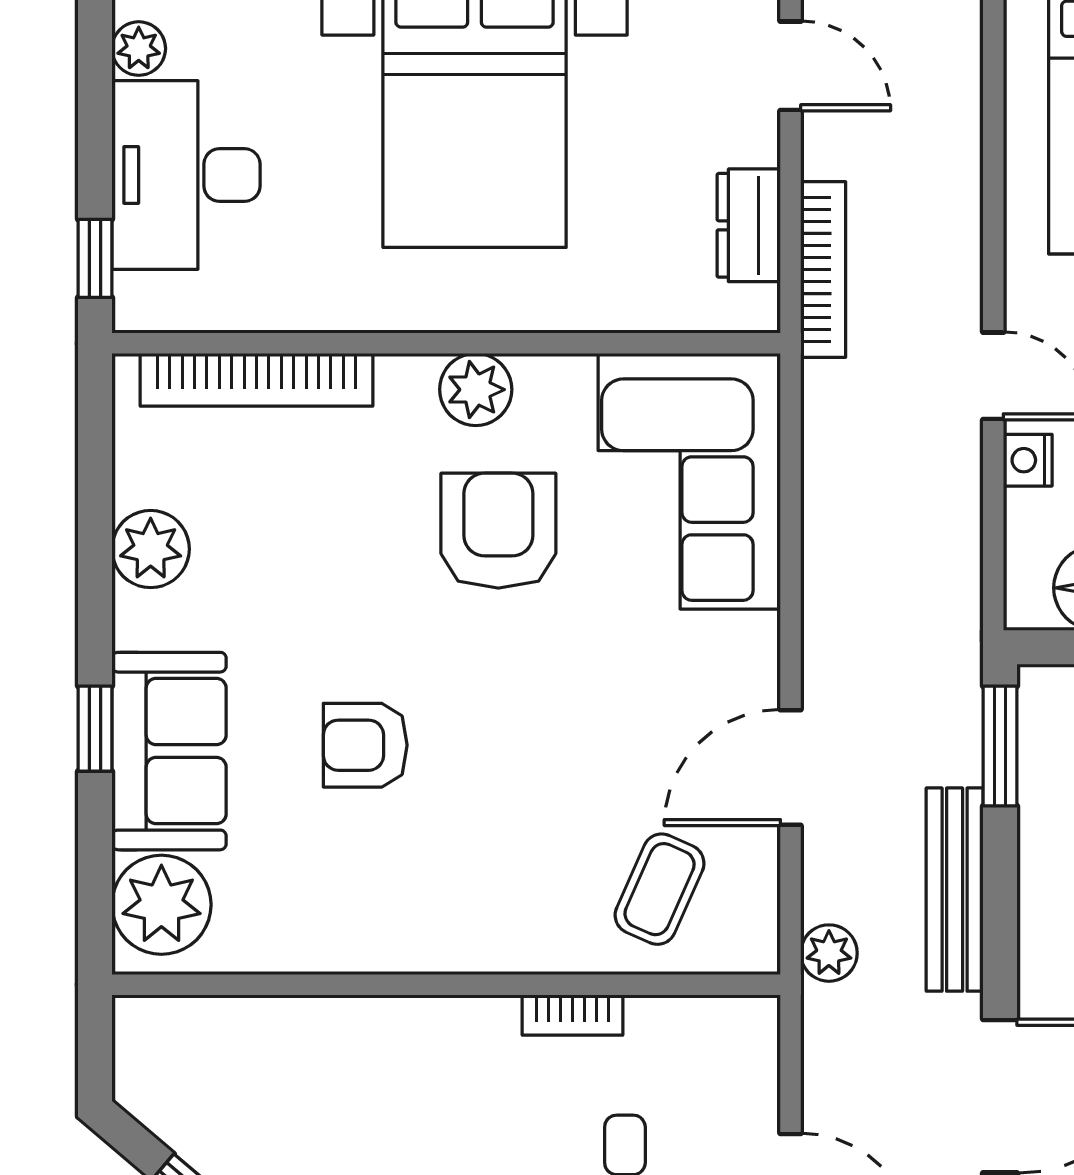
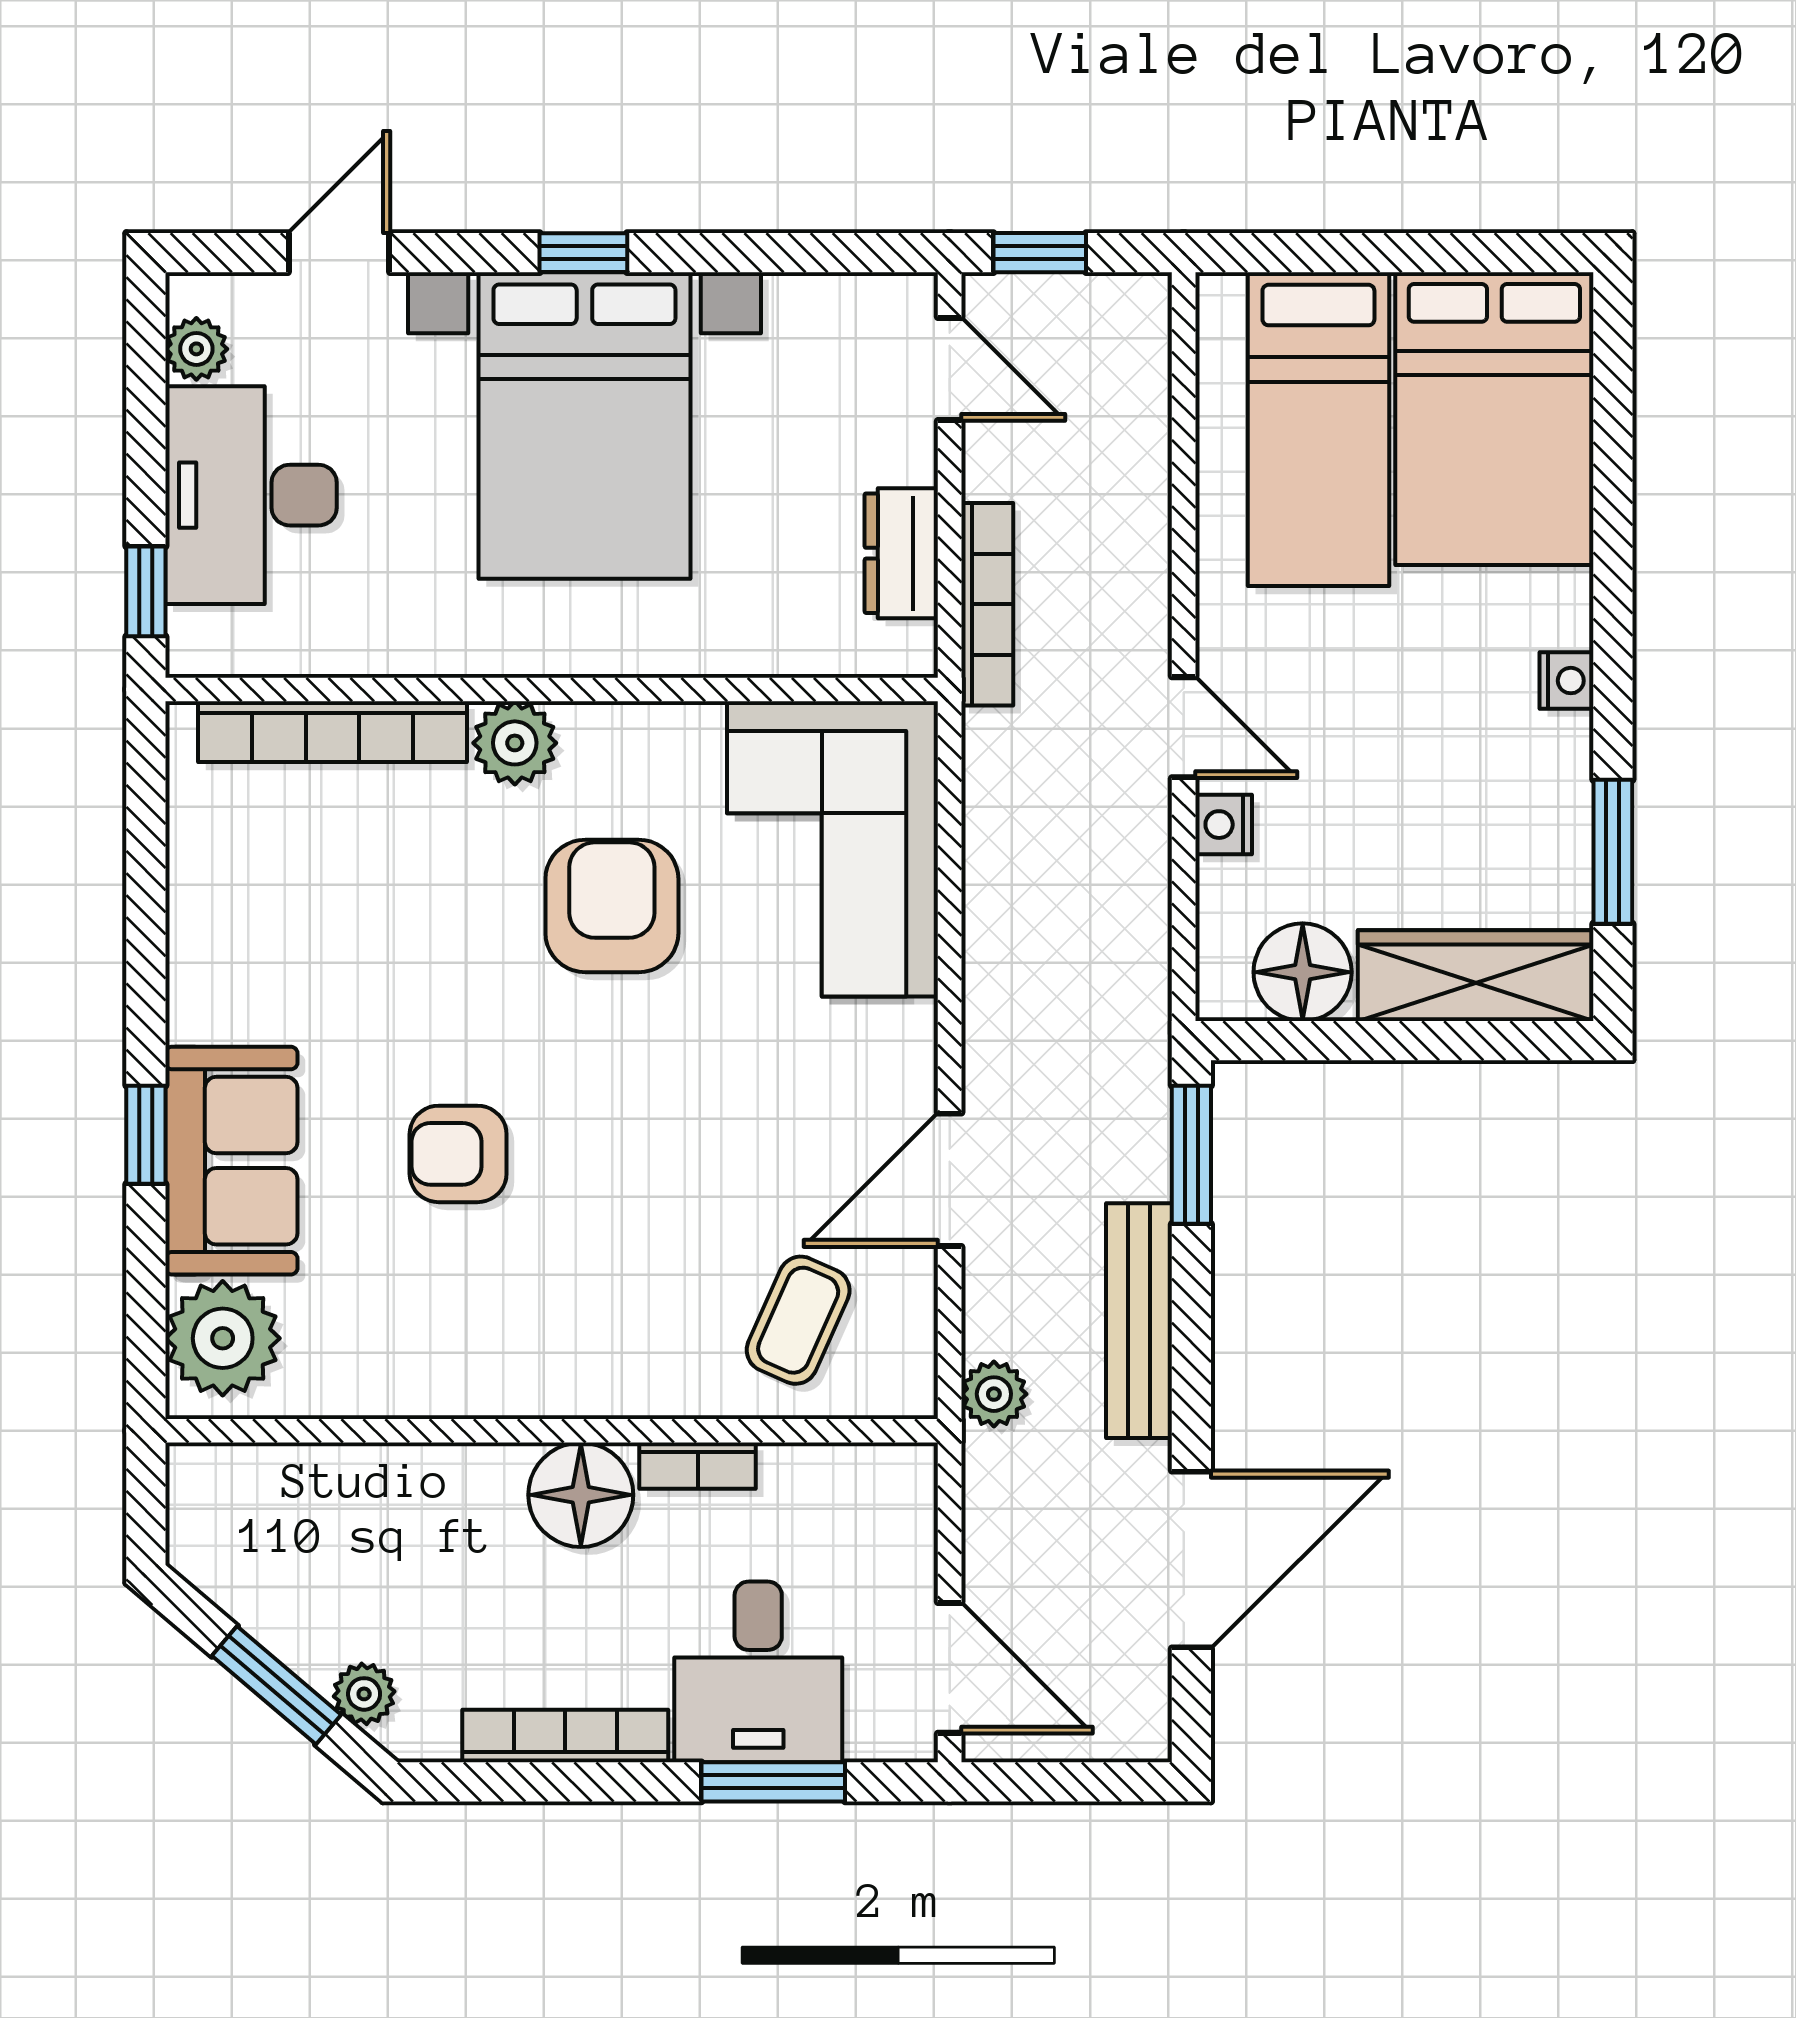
plant: (476, 390) -> (515, 743), moved
plant: (151, 549) -> (210, 927), removed
floor lamp: (471, 1040) -> (581, 1495), added

